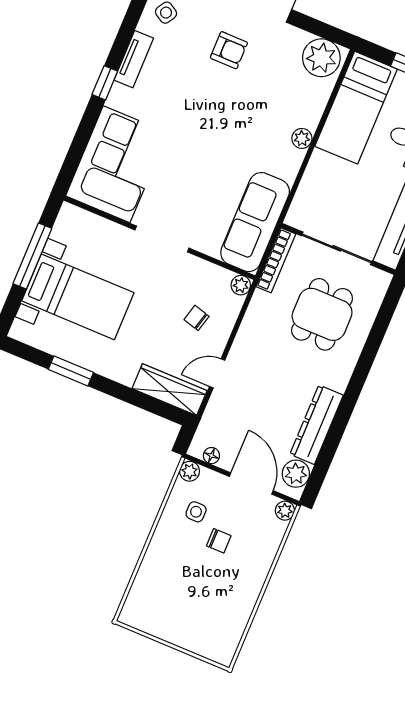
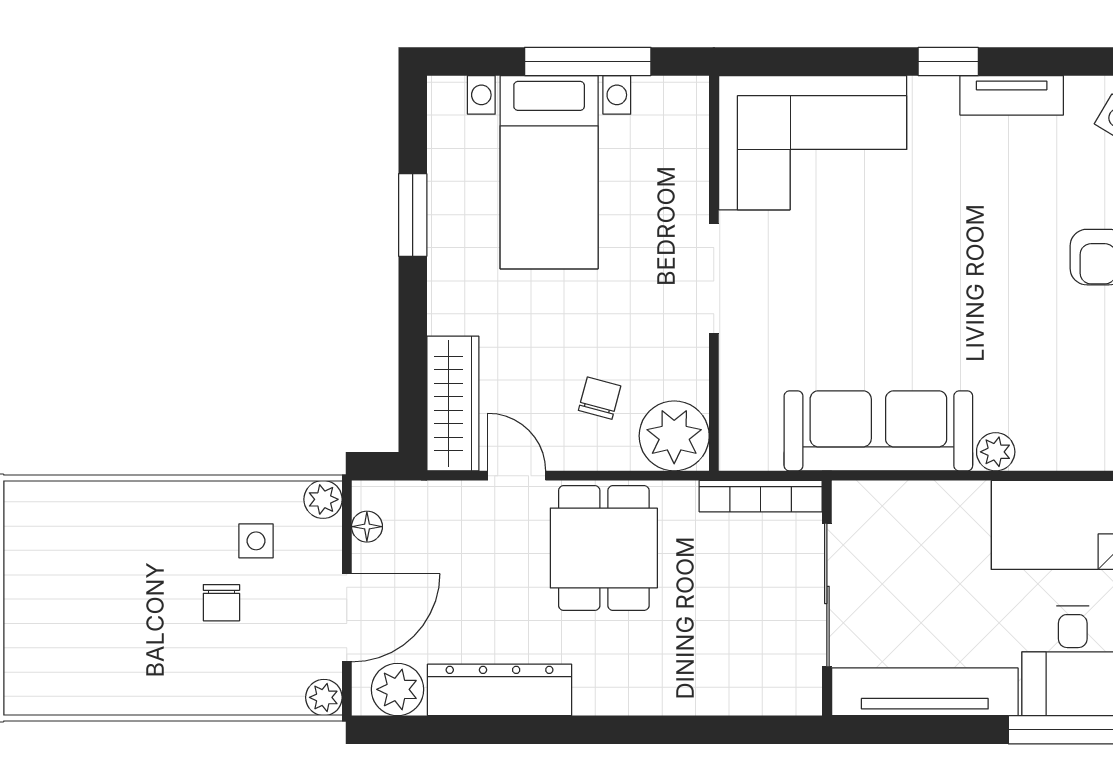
sofa: (255, 222) -> (878, 431), moved
plant: (241, 285) -> (674, 436), width x1.87, depth x1.87
dining table: (322, 314) -> (604, 548), moved, turned 90

